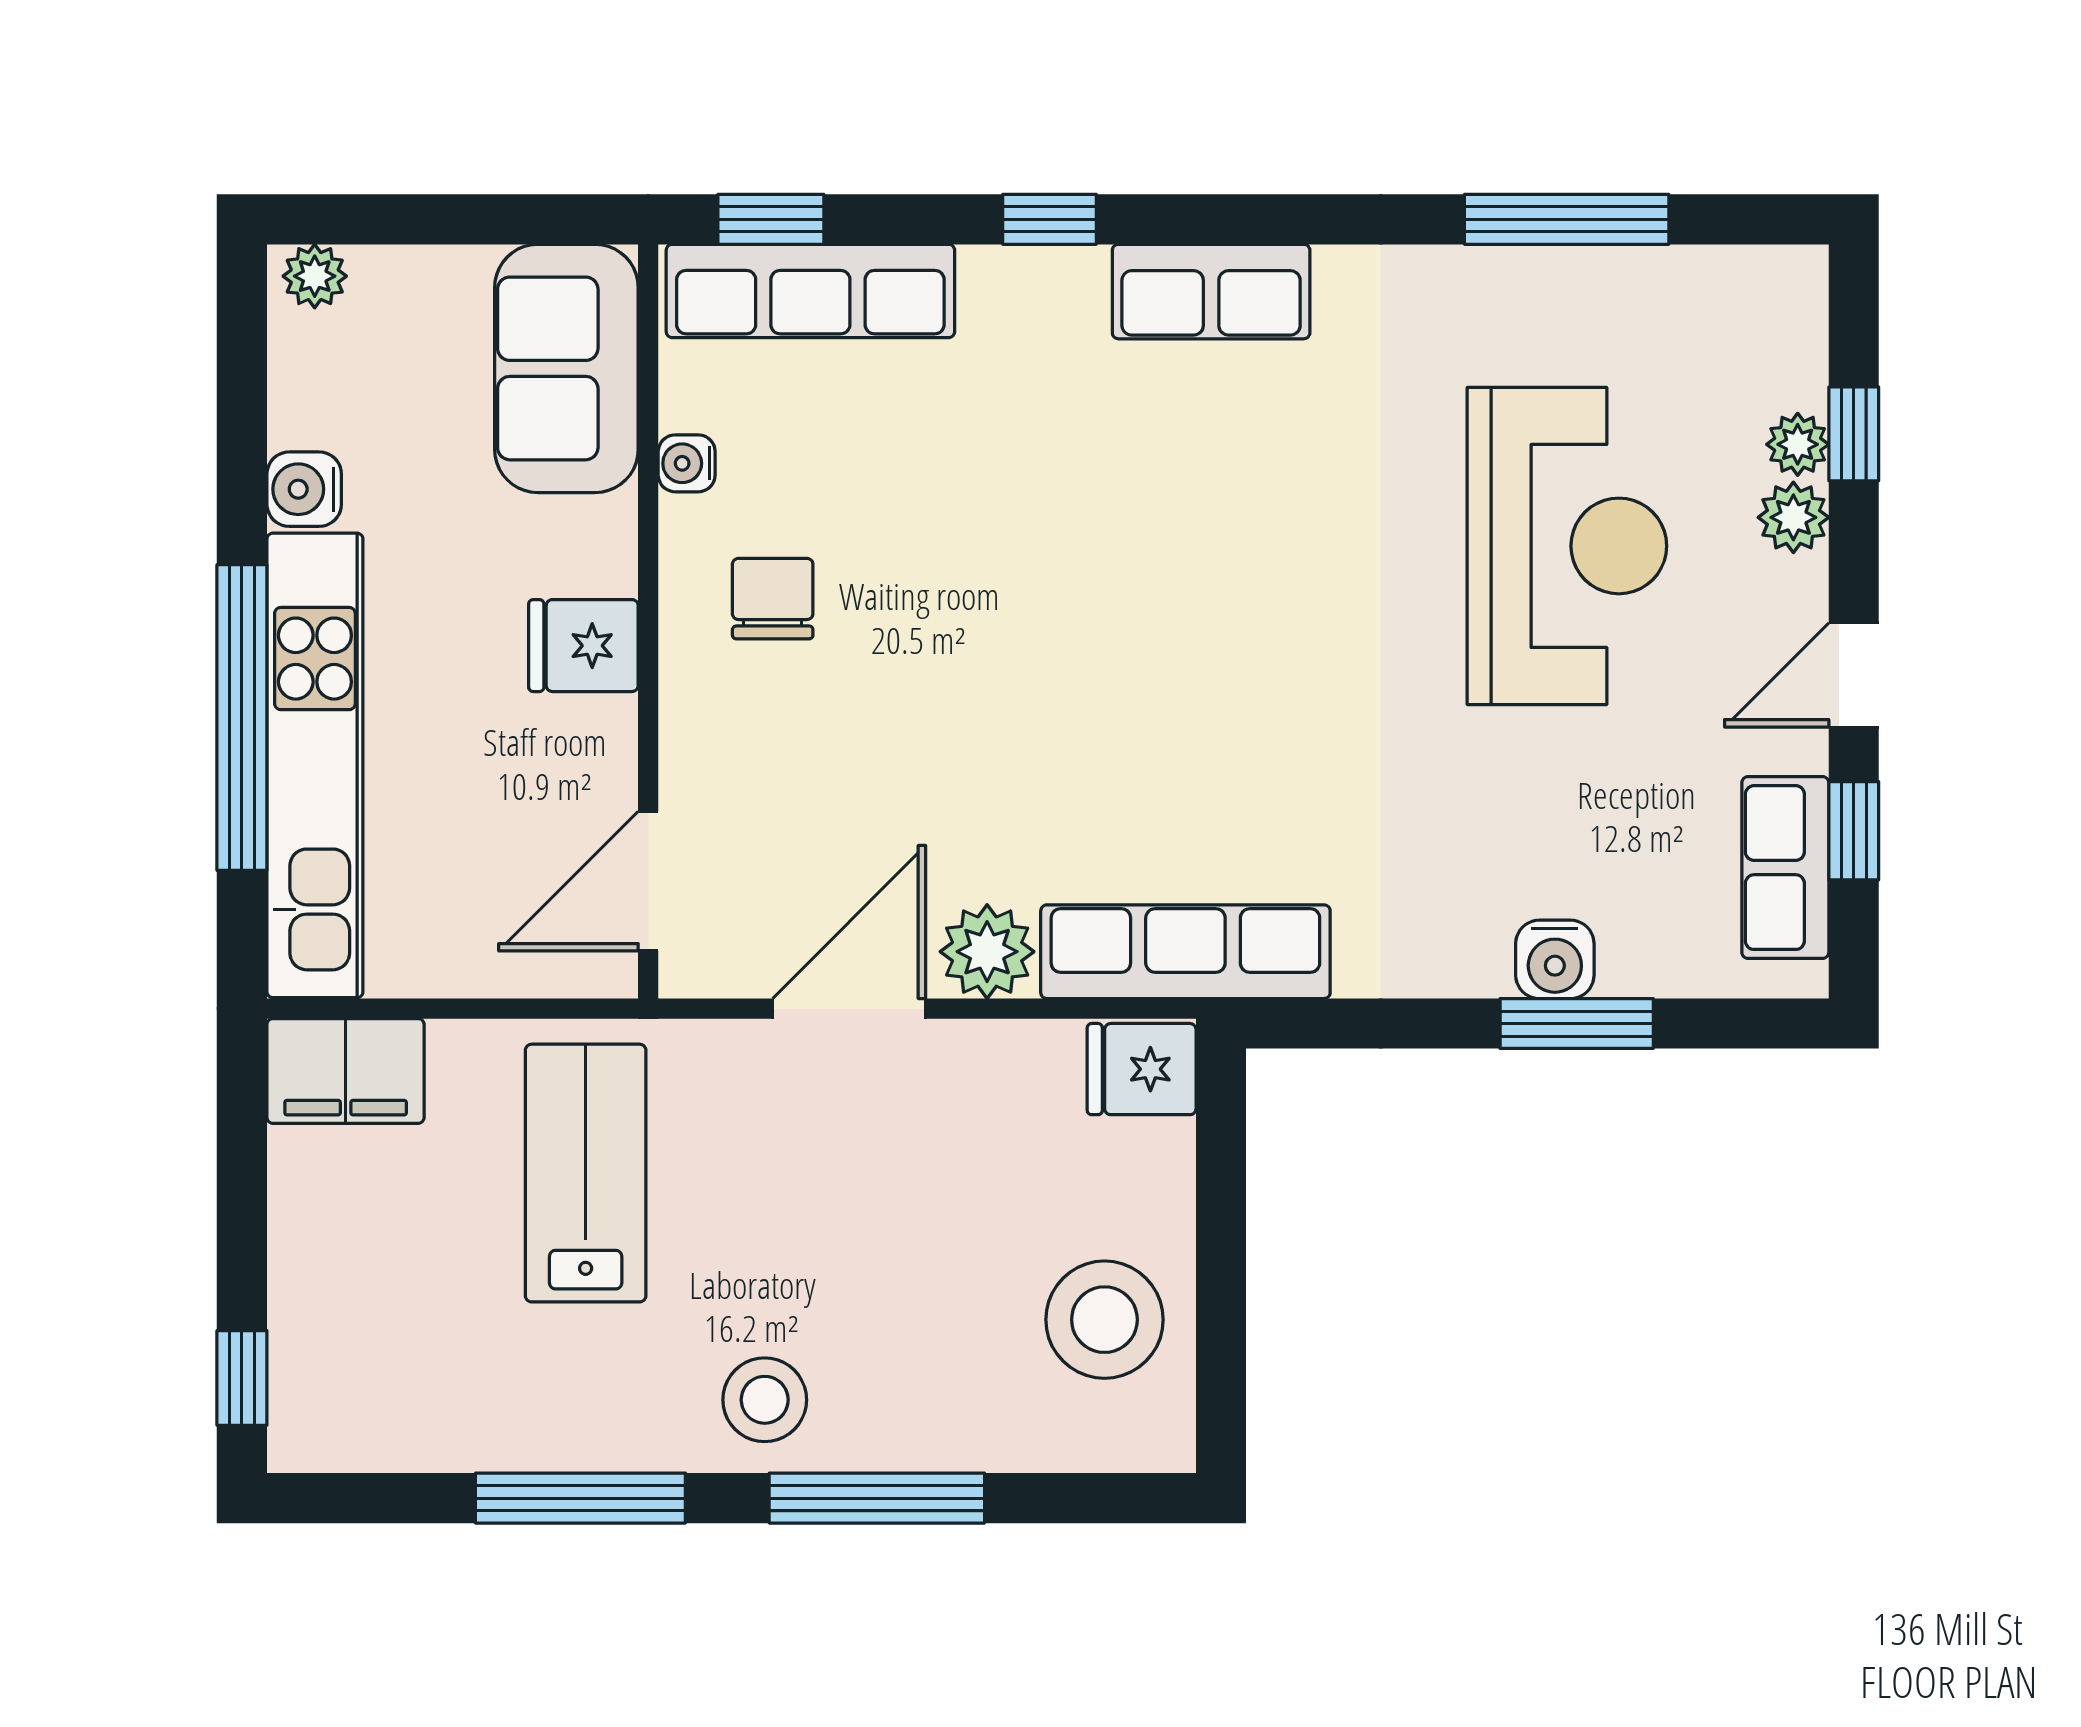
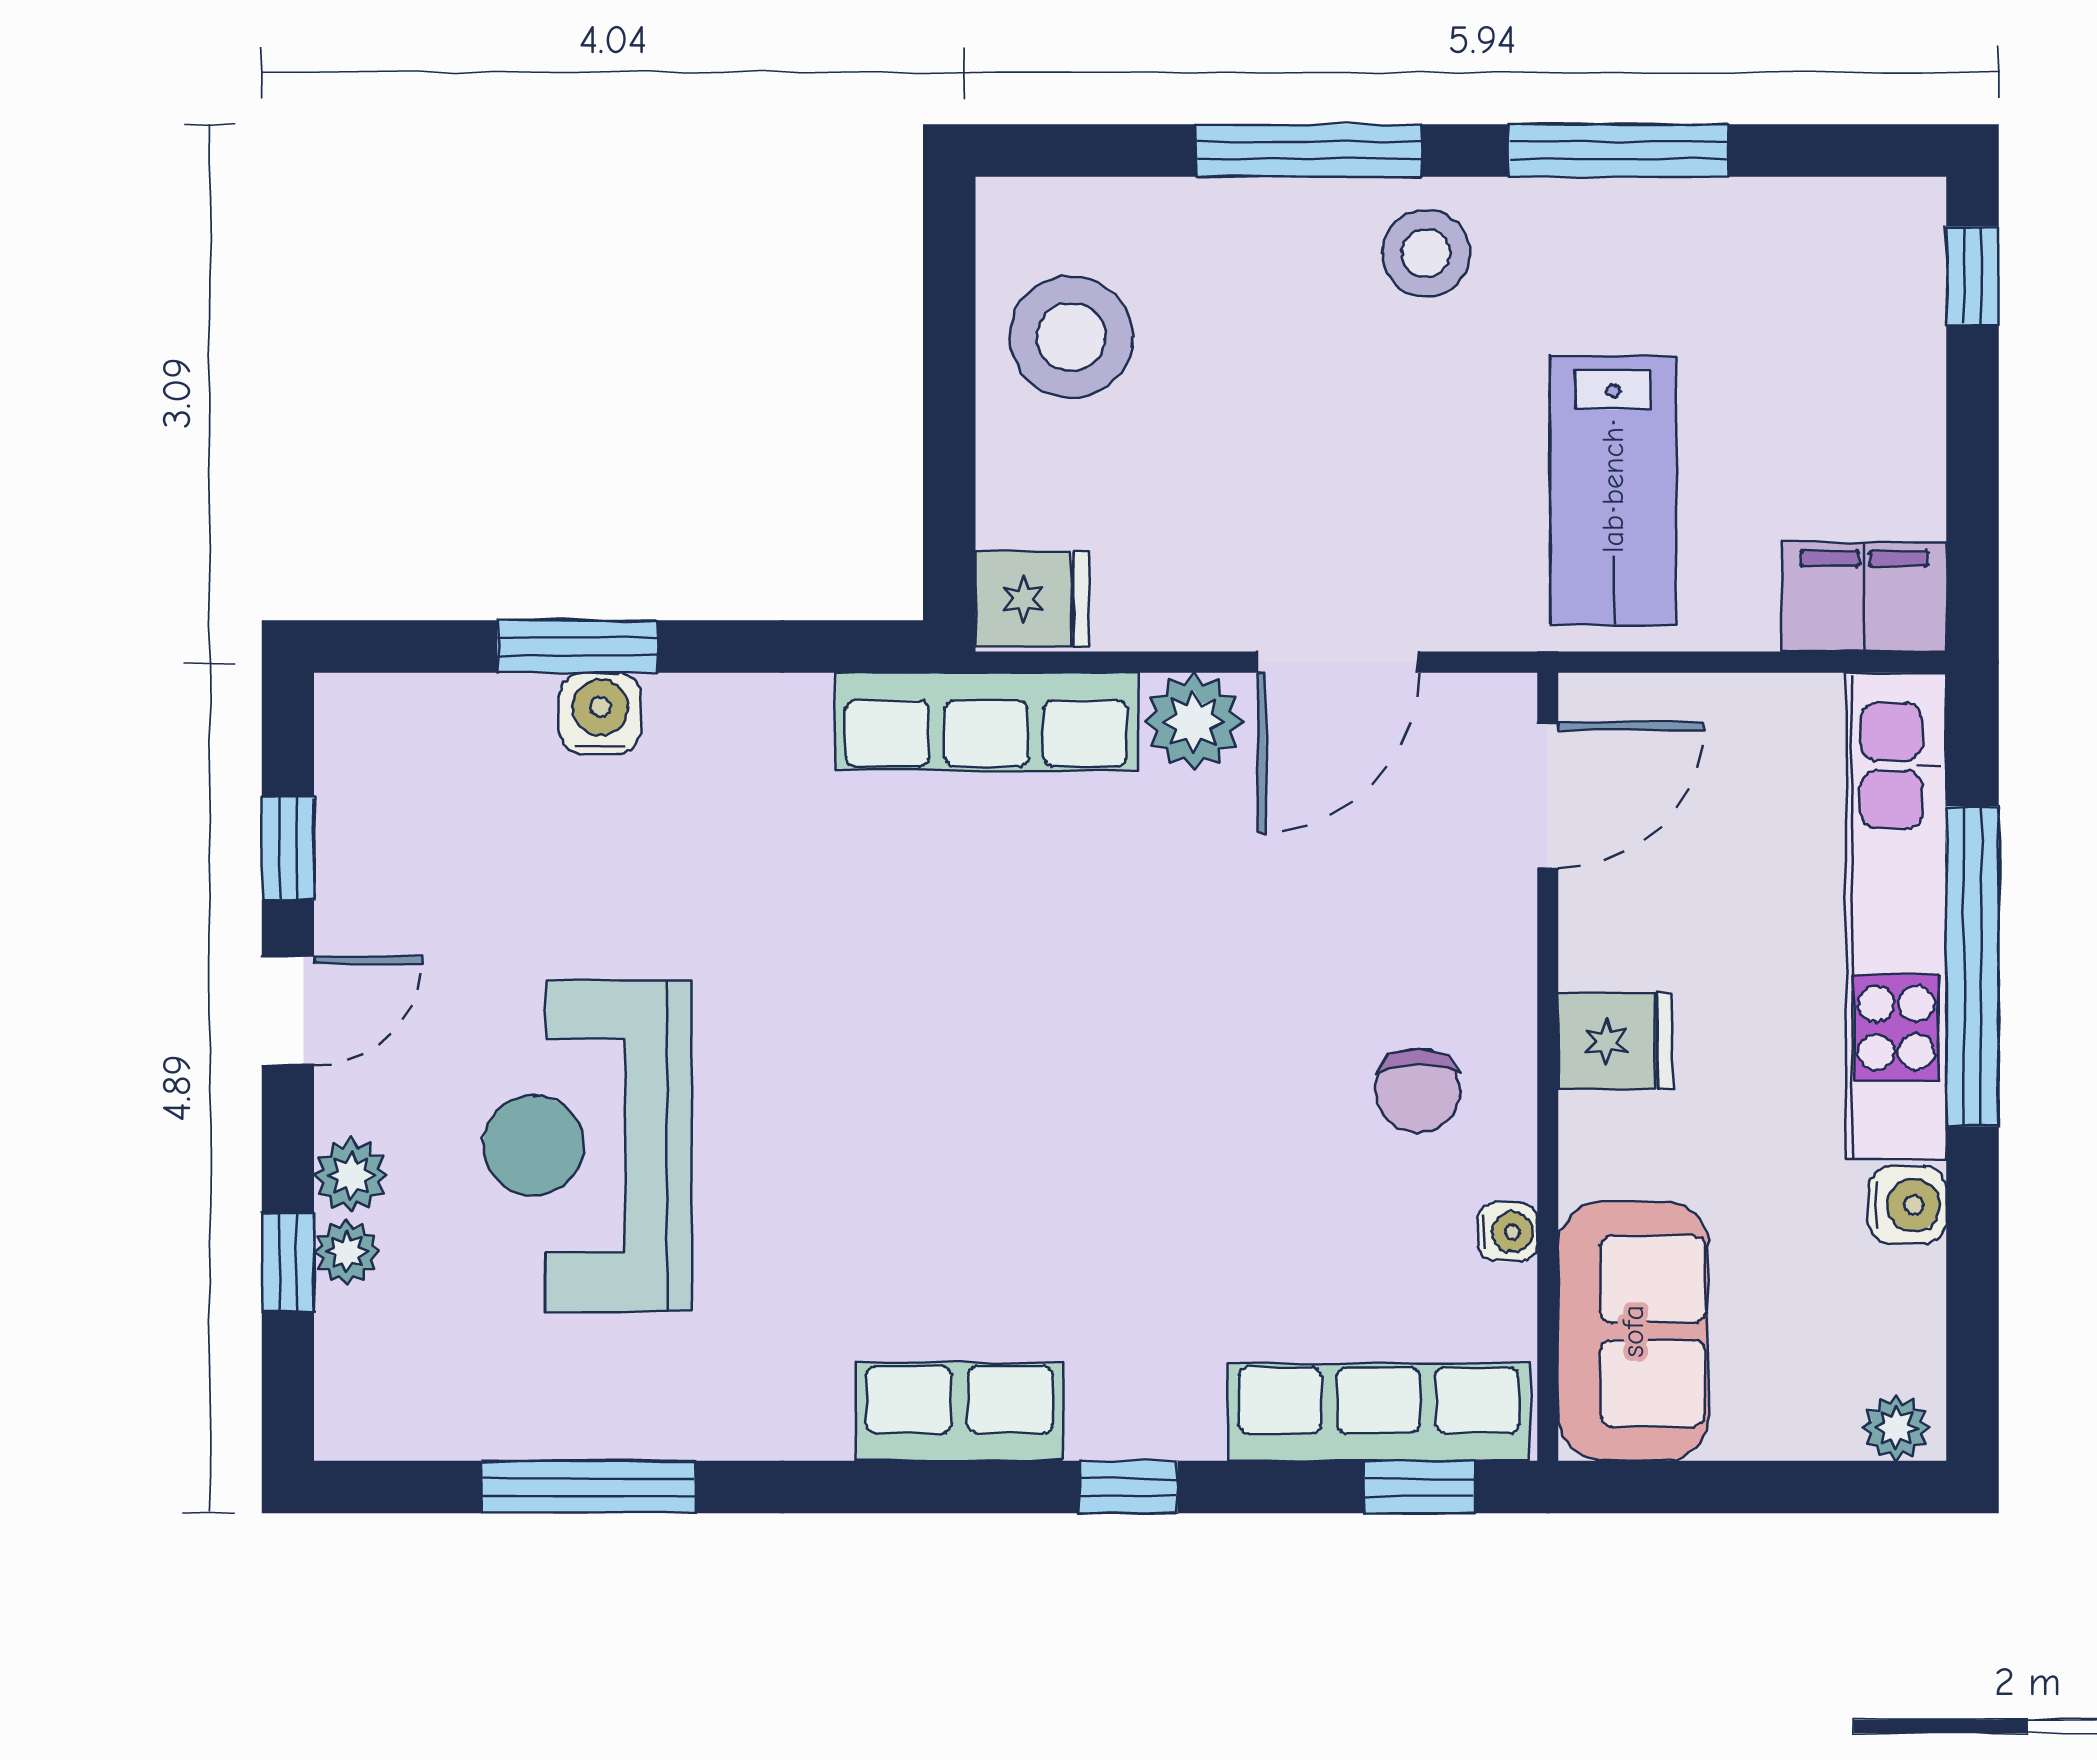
row of seats: (1785, 868) -> (359, 810), removed

